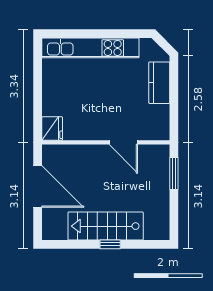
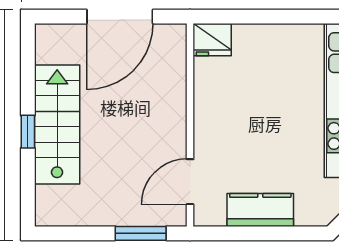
kitchen counter: (159, 83) -> (260, 210), moved
door: (123, 142) -> (190, 182), moved

